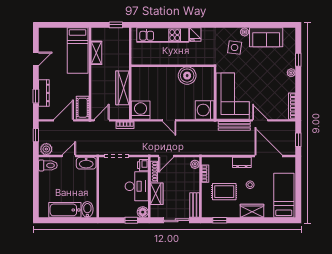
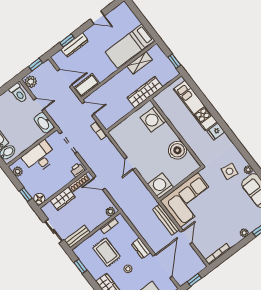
wardrobe: (122, 88) -> (145, 92), moved
washing machine: (141, 110) -> (153, 119), moved, turned 180
desk: (137, 186) -> (40, 157), moved, turned 180
plant: (108, 213) -> (18, 171), added

